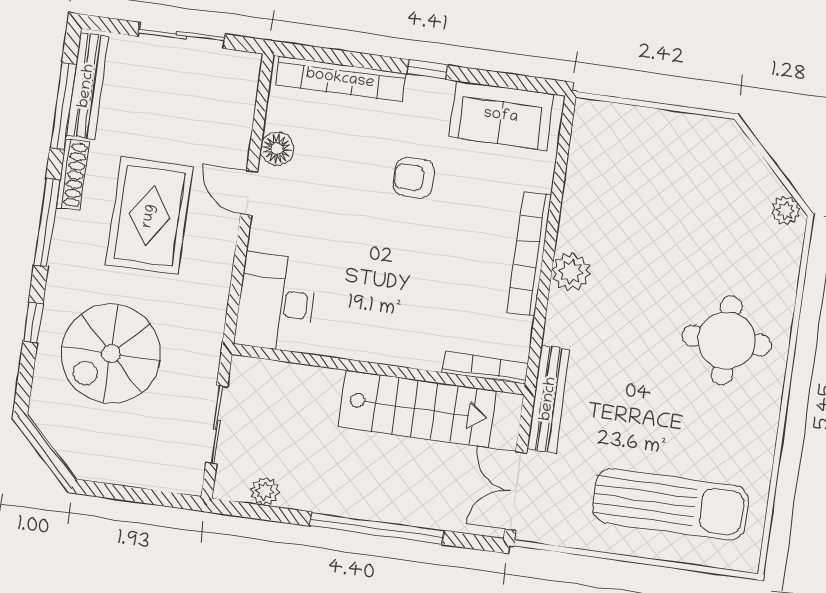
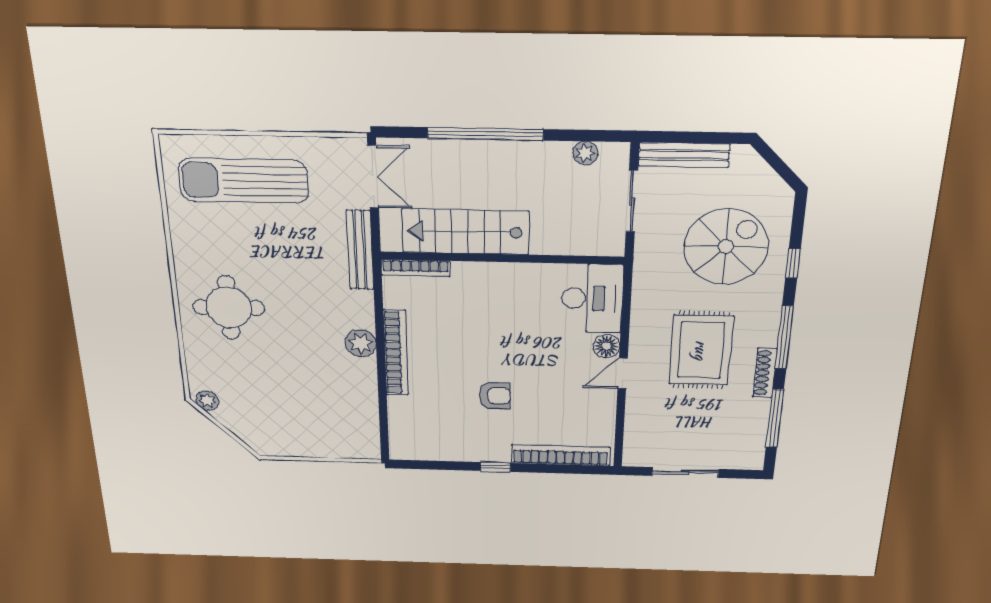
bench: (87, 86) -> (684, 155), moved, turned 90
sofa: (501, 116) -> (435, 443), removed
floor lamp: (277, 149) -> (606, 346), moved
door: (249, 193) -> (623, 373), swing flipped

